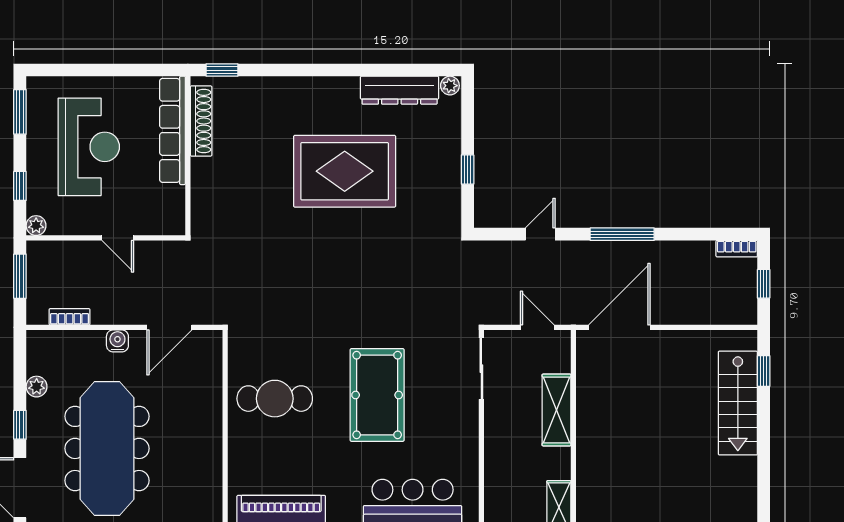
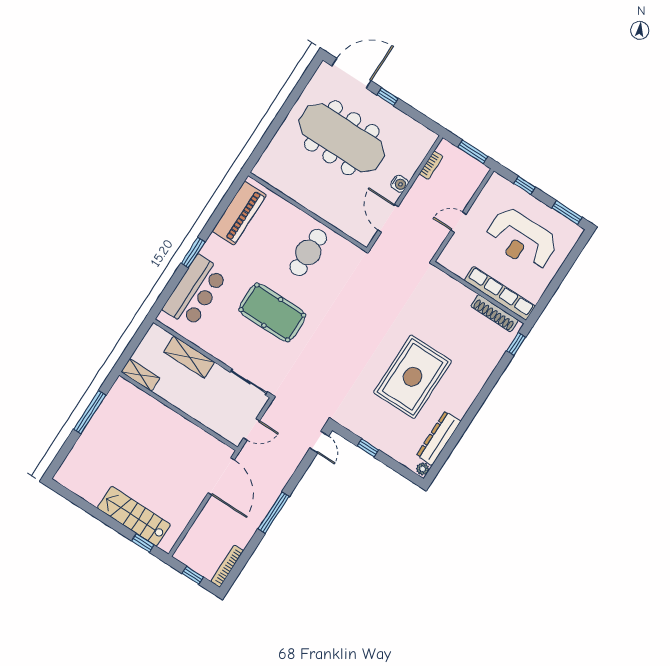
plant: (36, 226) -> (496, 180), removed
door: (540, 234) -> (319, 442), moved
bookcase: (737, 249) -> (227, 566), width x1.56
plant: (37, 387) -> (403, 120), removed
shelving: (557, 410) -> (189, 357), moved

